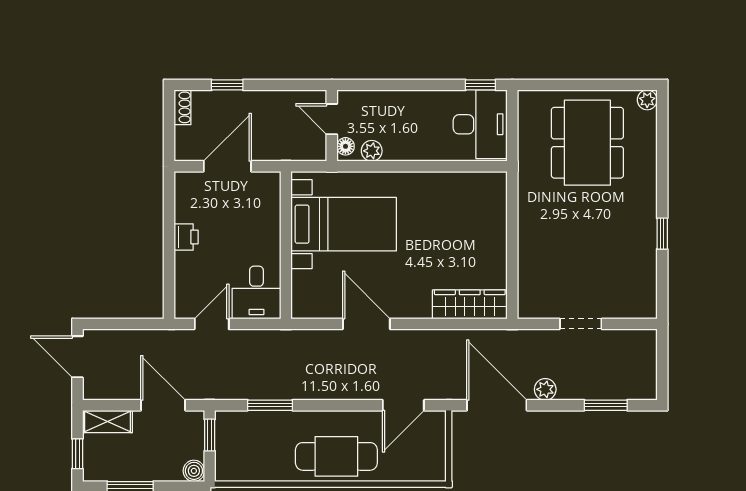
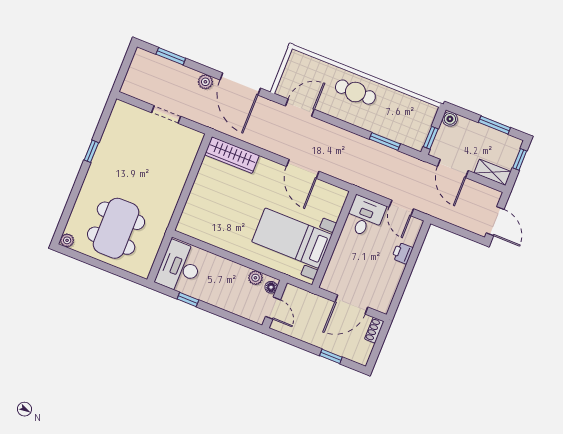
window: (480, 85) -> (188, 300), moved
shoe rack: (182, 107) -> (374, 330), moved
printer: (186, 237) -> (402, 253), moved
door: (212, 324) -> (401, 208), hinge flipped
cafe table: (336, 456) -> (355, 92), width x0.73, depth x0.74

